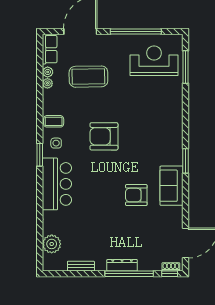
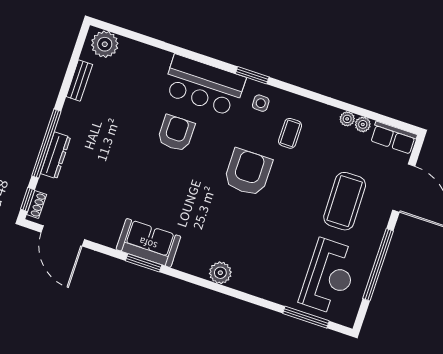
coffee table: (88, 77) -> (345, 201), moved
coffee table: (54, 121) -> (290, 133), moved
plant: (175, 132) -> (220, 273), added
window: (186, 161) -> (144, 263), moved
armchair: (136, 195) -> (176, 133), moved
plant: (52, 244) -> (105, 44), moved
dresser: (122, 265) -> (56, 155), moved

